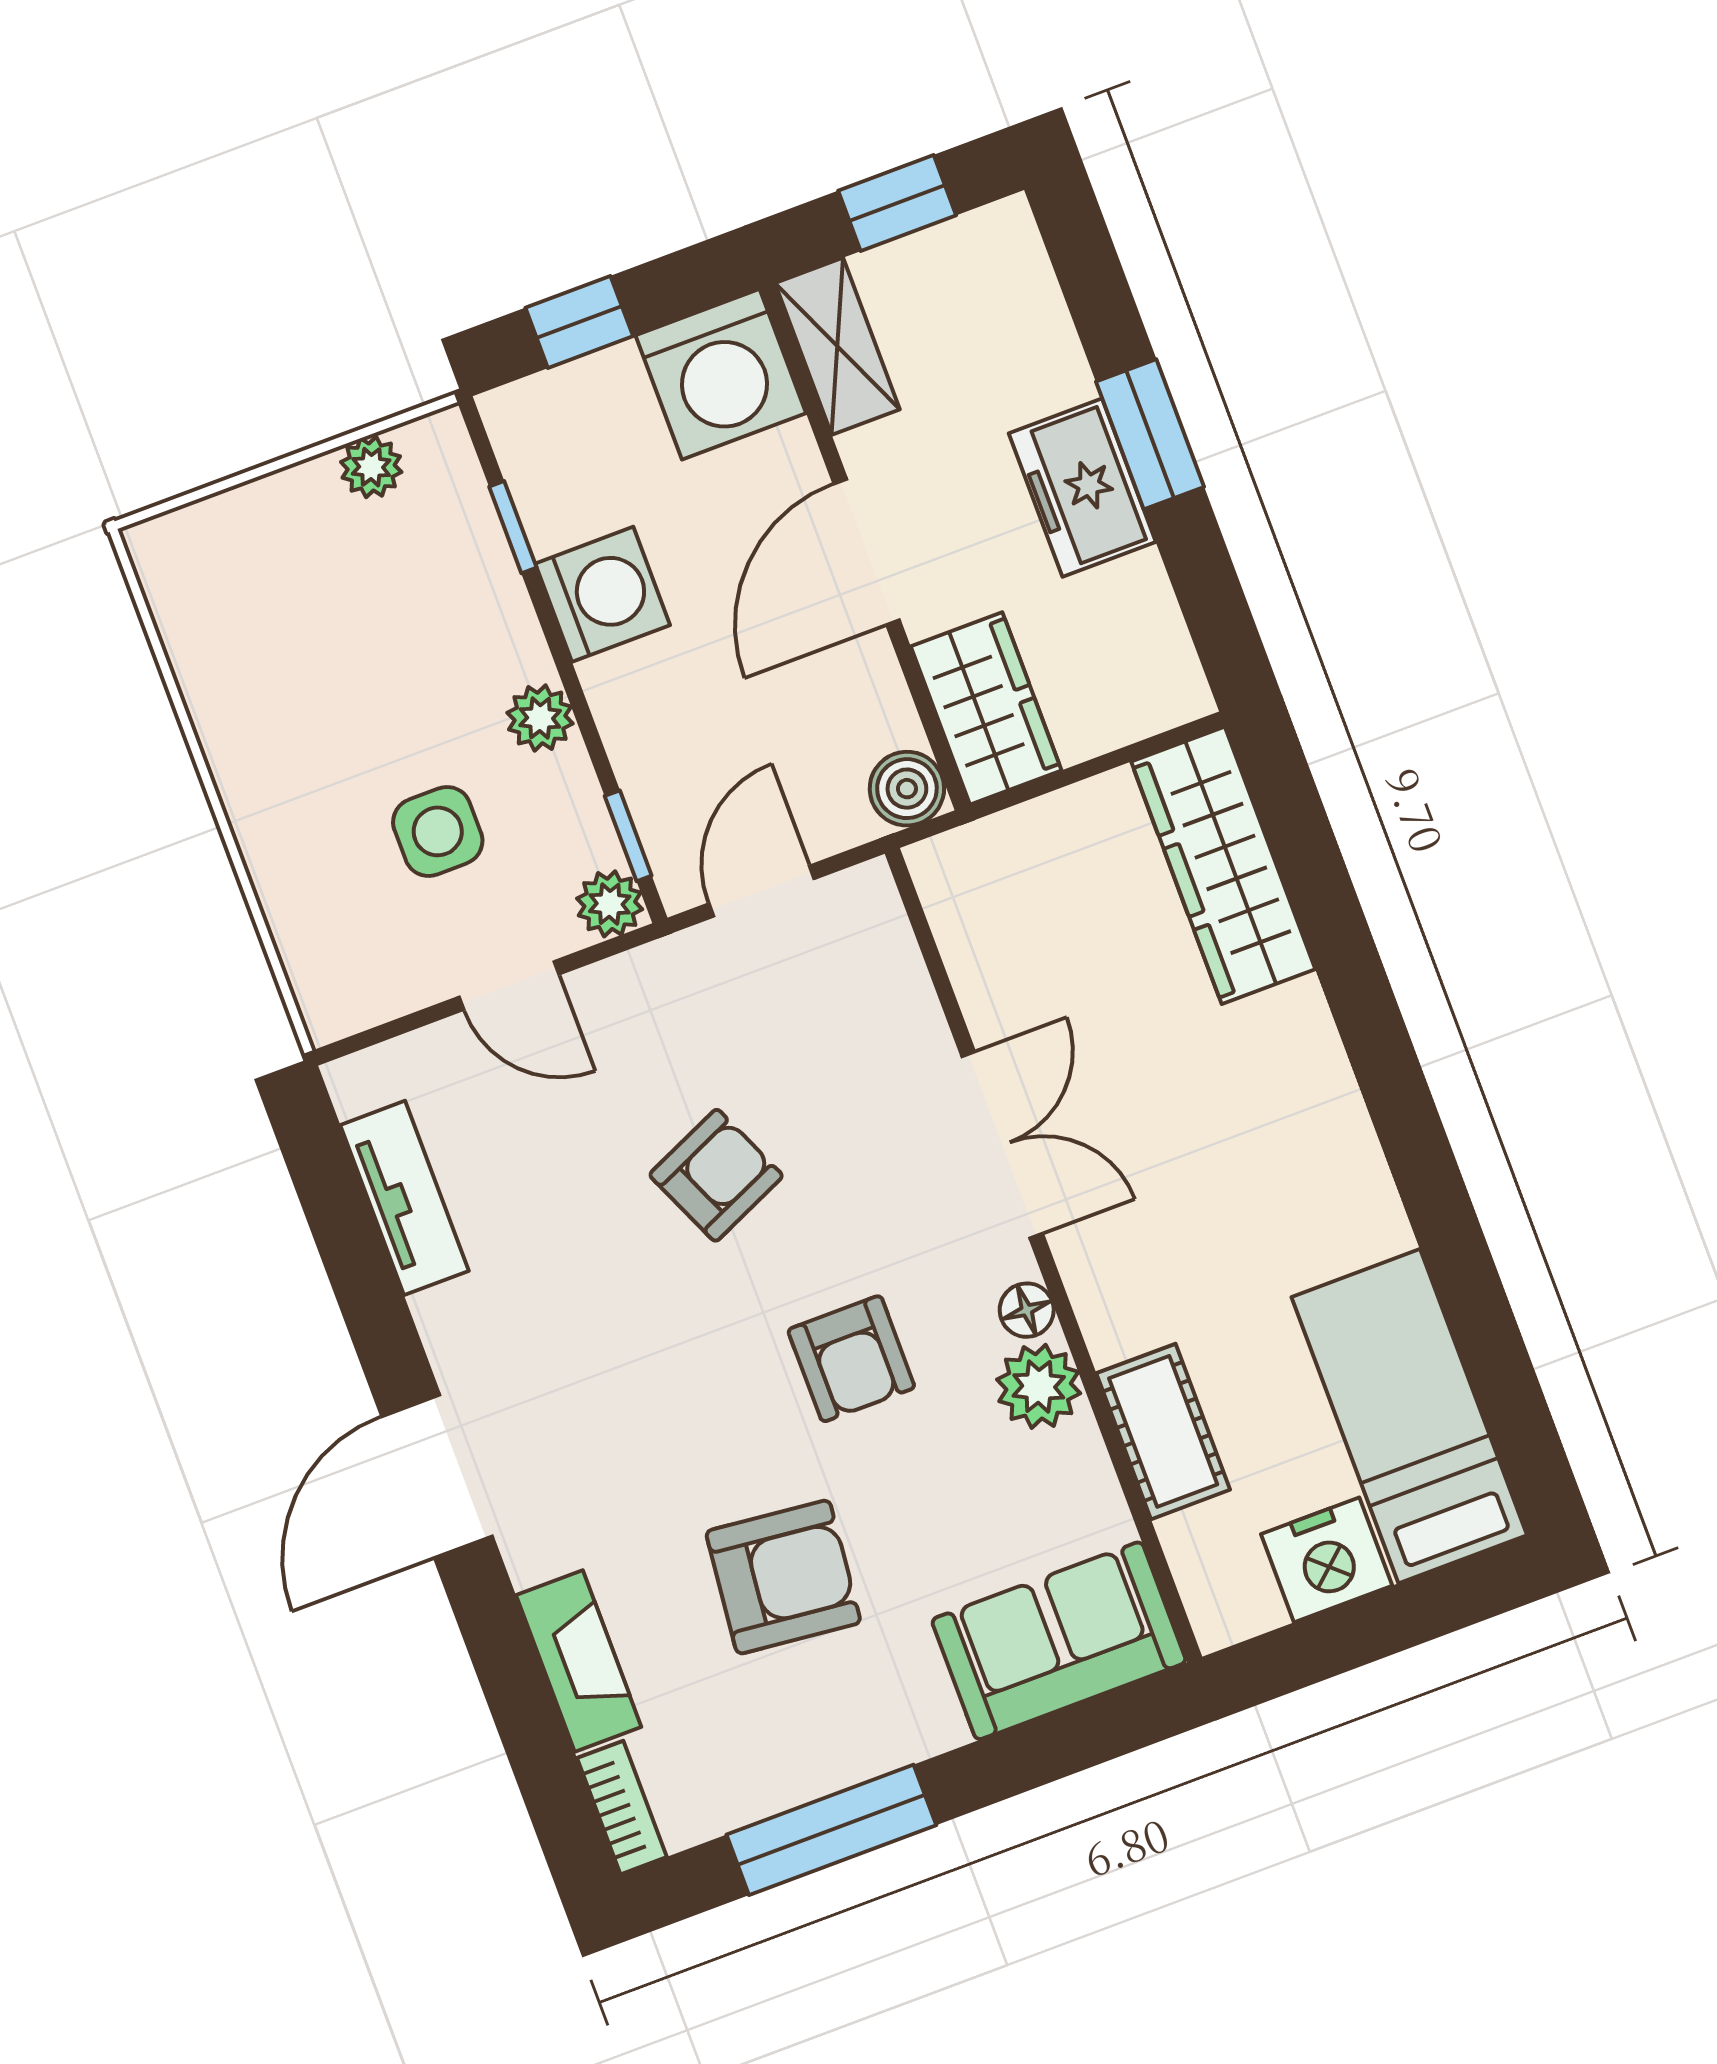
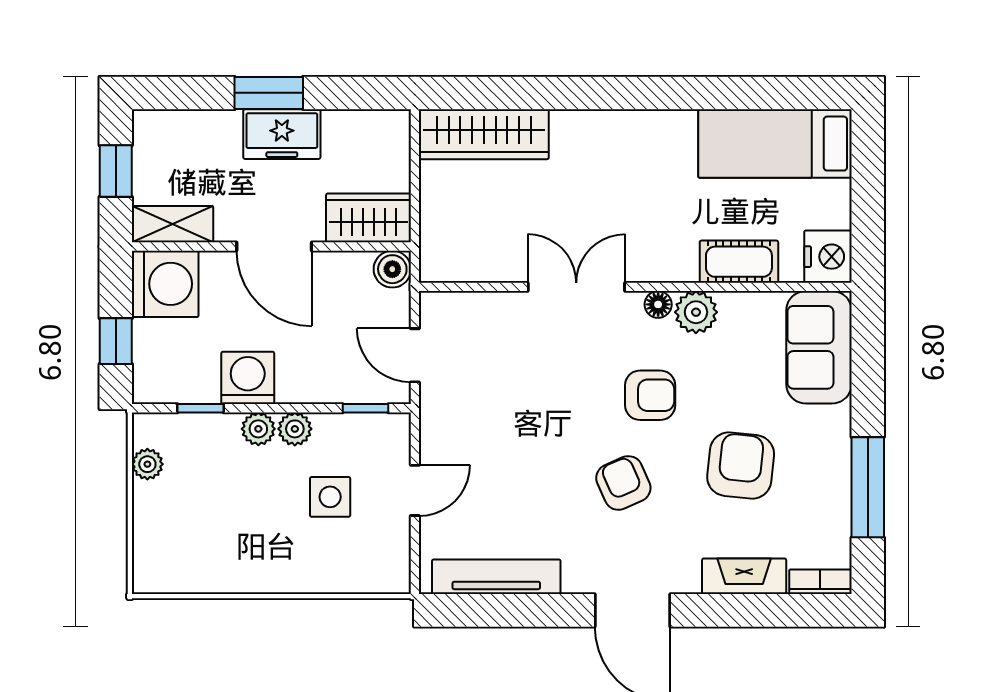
plant: (610, 904) -> (258, 429), moved
armchair: (716, 1175) -> (623, 483), moved
tv unit: (404, 1198) -> (496, 577), width x1.41
nightstand: (1327, 1560) -> (828, 257), moved

